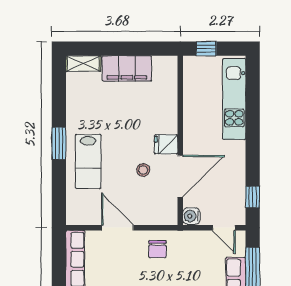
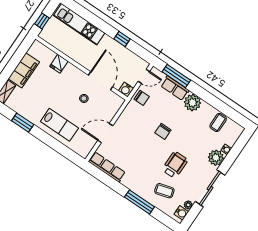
window: (59, 143) -> (23, 123), moved
fridge: (166, 144) -> (59, 64), moved
window: (253, 197) -> (122, 39), moved
chair: (157, 249) -> (142, 98), moved

